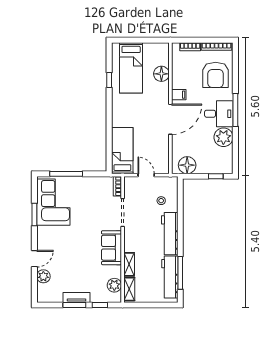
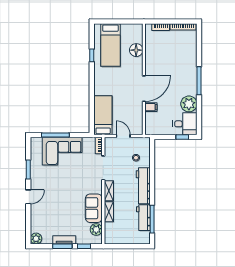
armchair: (216, 75) -> (182, 51), removed
filing cabinet: (179, 95) -> (151, 107), moved
desk: (219, 114) -> (185, 124), moved
floor lamp: (187, 165) -> (158, 128), removed
corner sofa: (53, 202) -> (62, 151), moved, turned 90
sofa: (111, 248) -> (94, 208), moved
door: (34, 259) -> (28, 197), moved
plant: (43, 276) -> (36, 239), moved
workbench: (170, 277) -> (143, 218), width x0.73
shelving: (129, 289) -> (109, 191), moved

